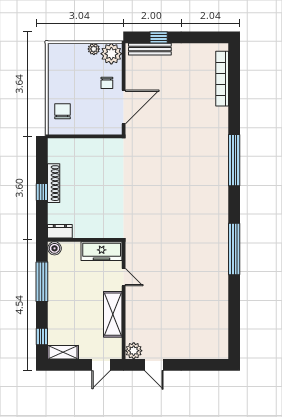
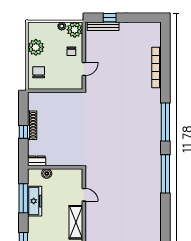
plant: (59, 78) -> (36, 47), added
bookcase: (222, 79) -> (157, 67), moved
door: (124, 107) -> (84, 69), width x0.53
window: (234, 160) -> (165, 122), moved
boiler: (55, 248) -> (47, 173), moved
freezer: (102, 251) -> (35, 201), moved, turned -90

